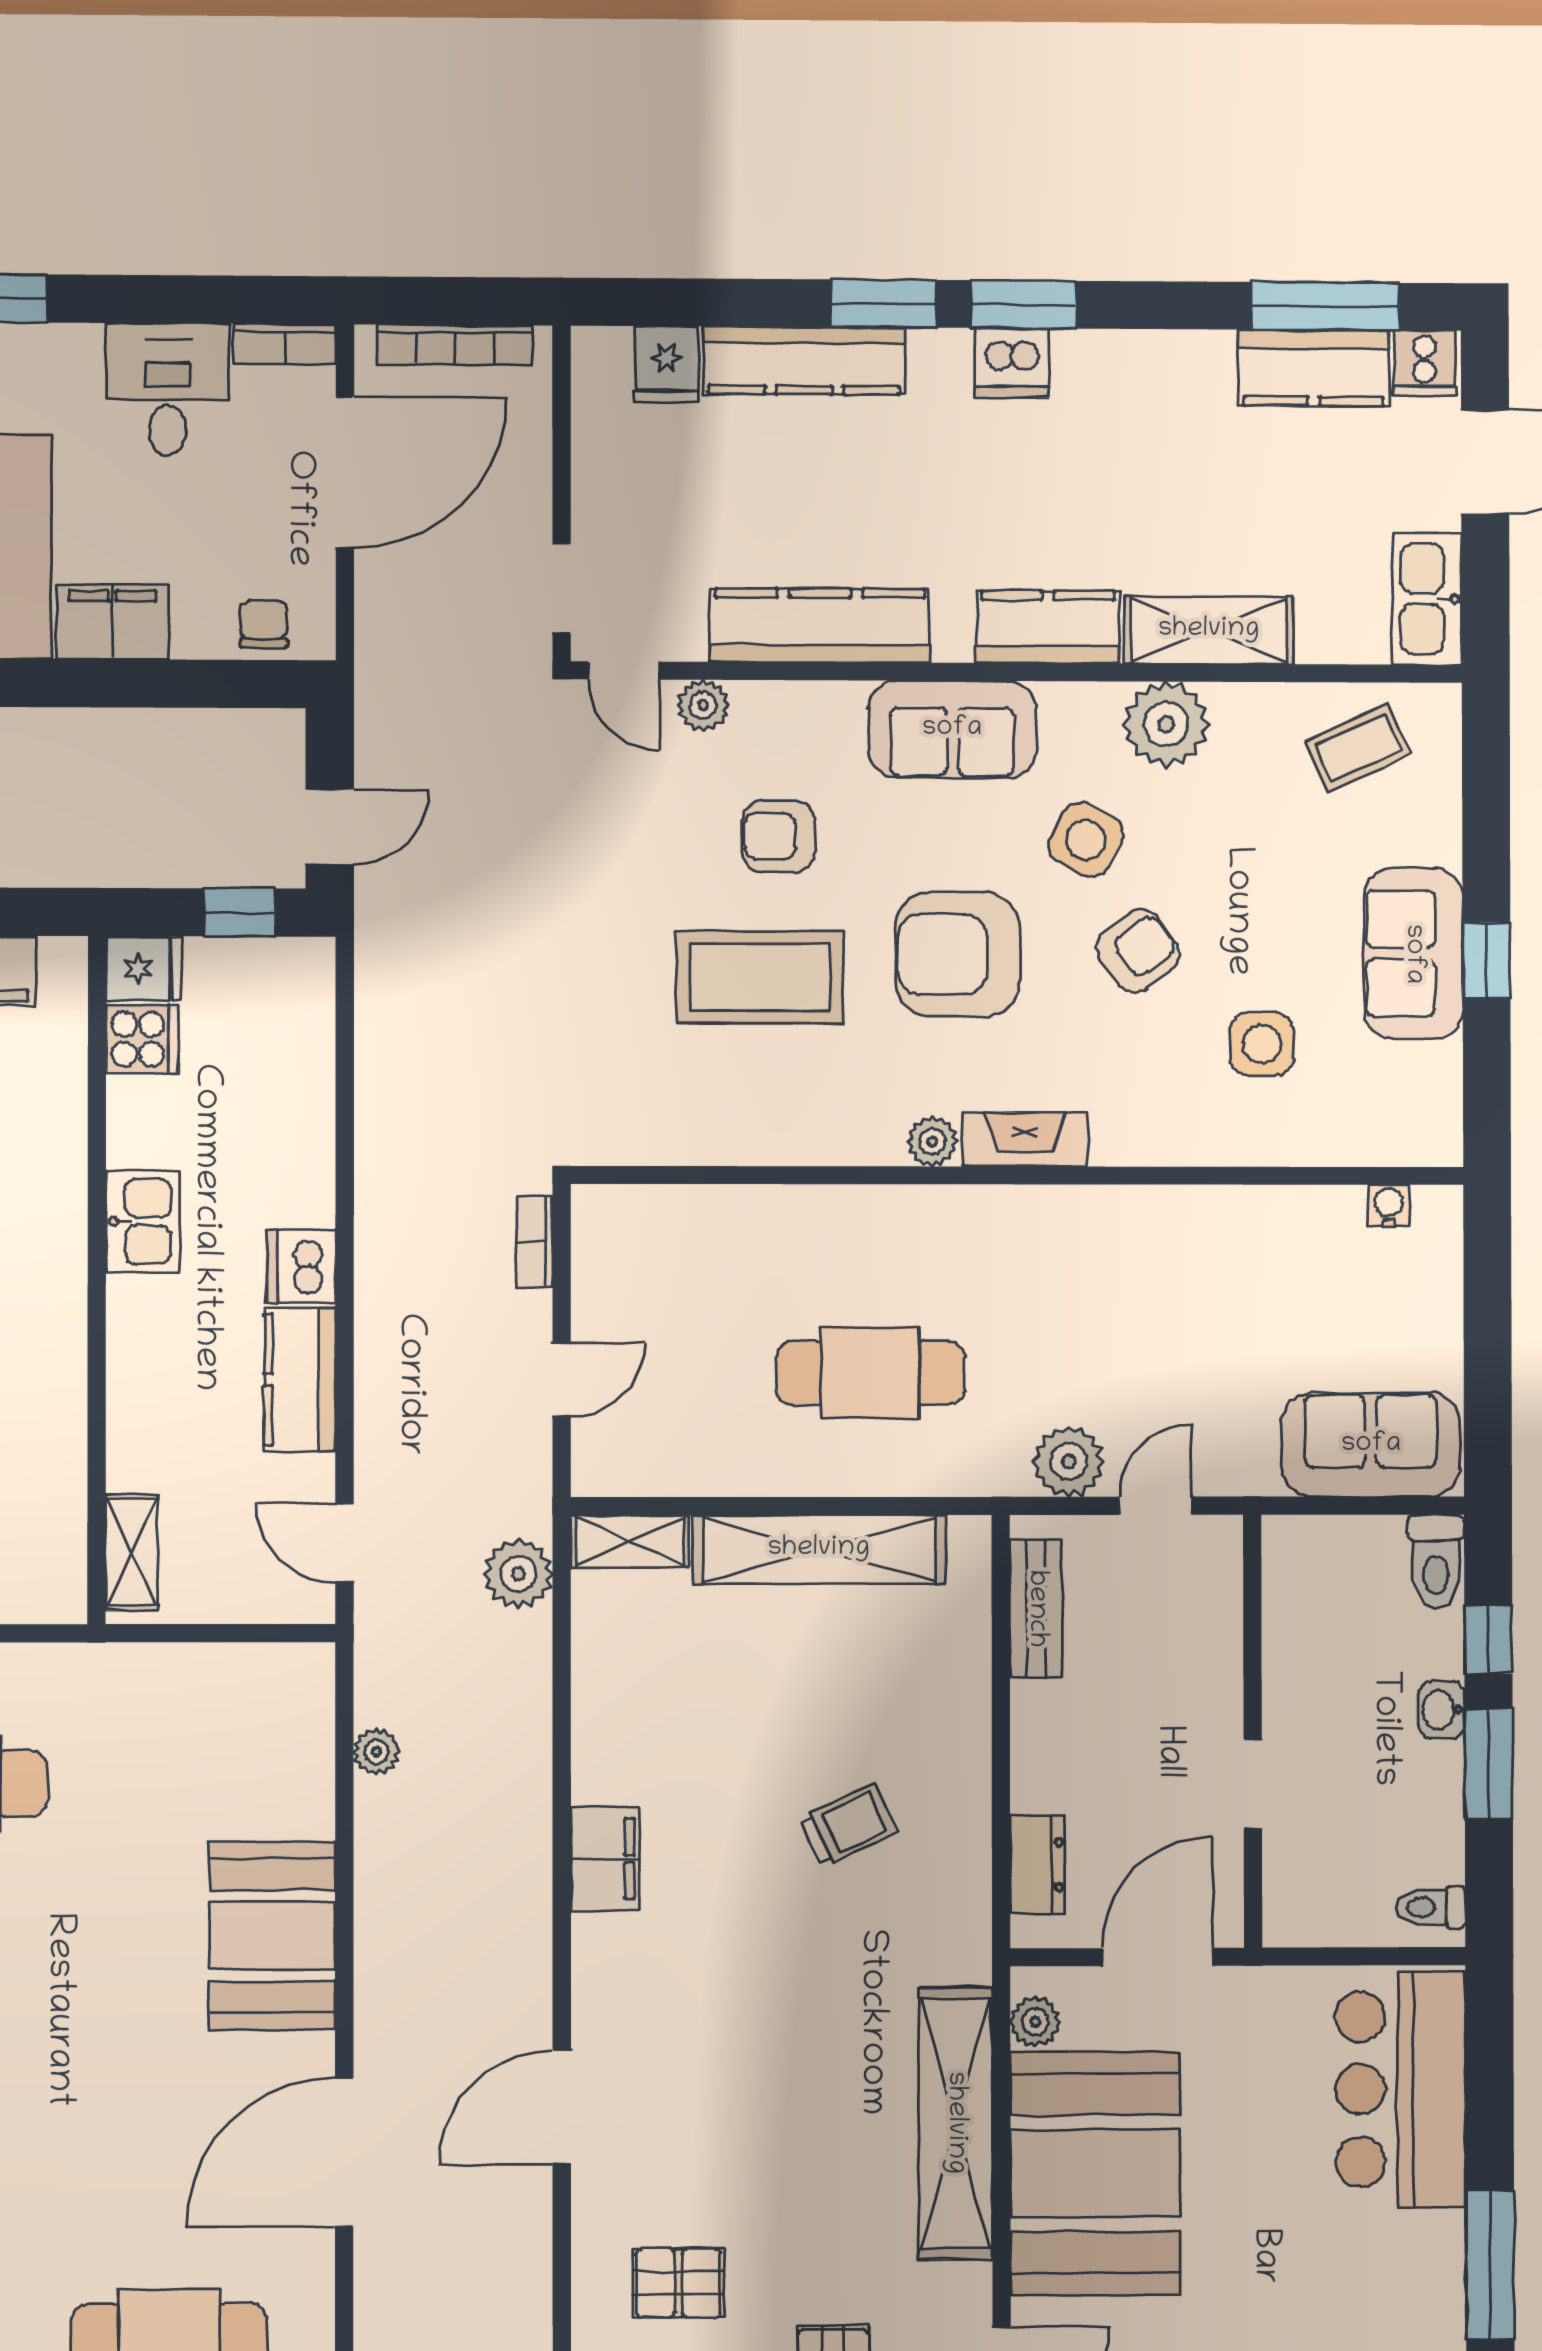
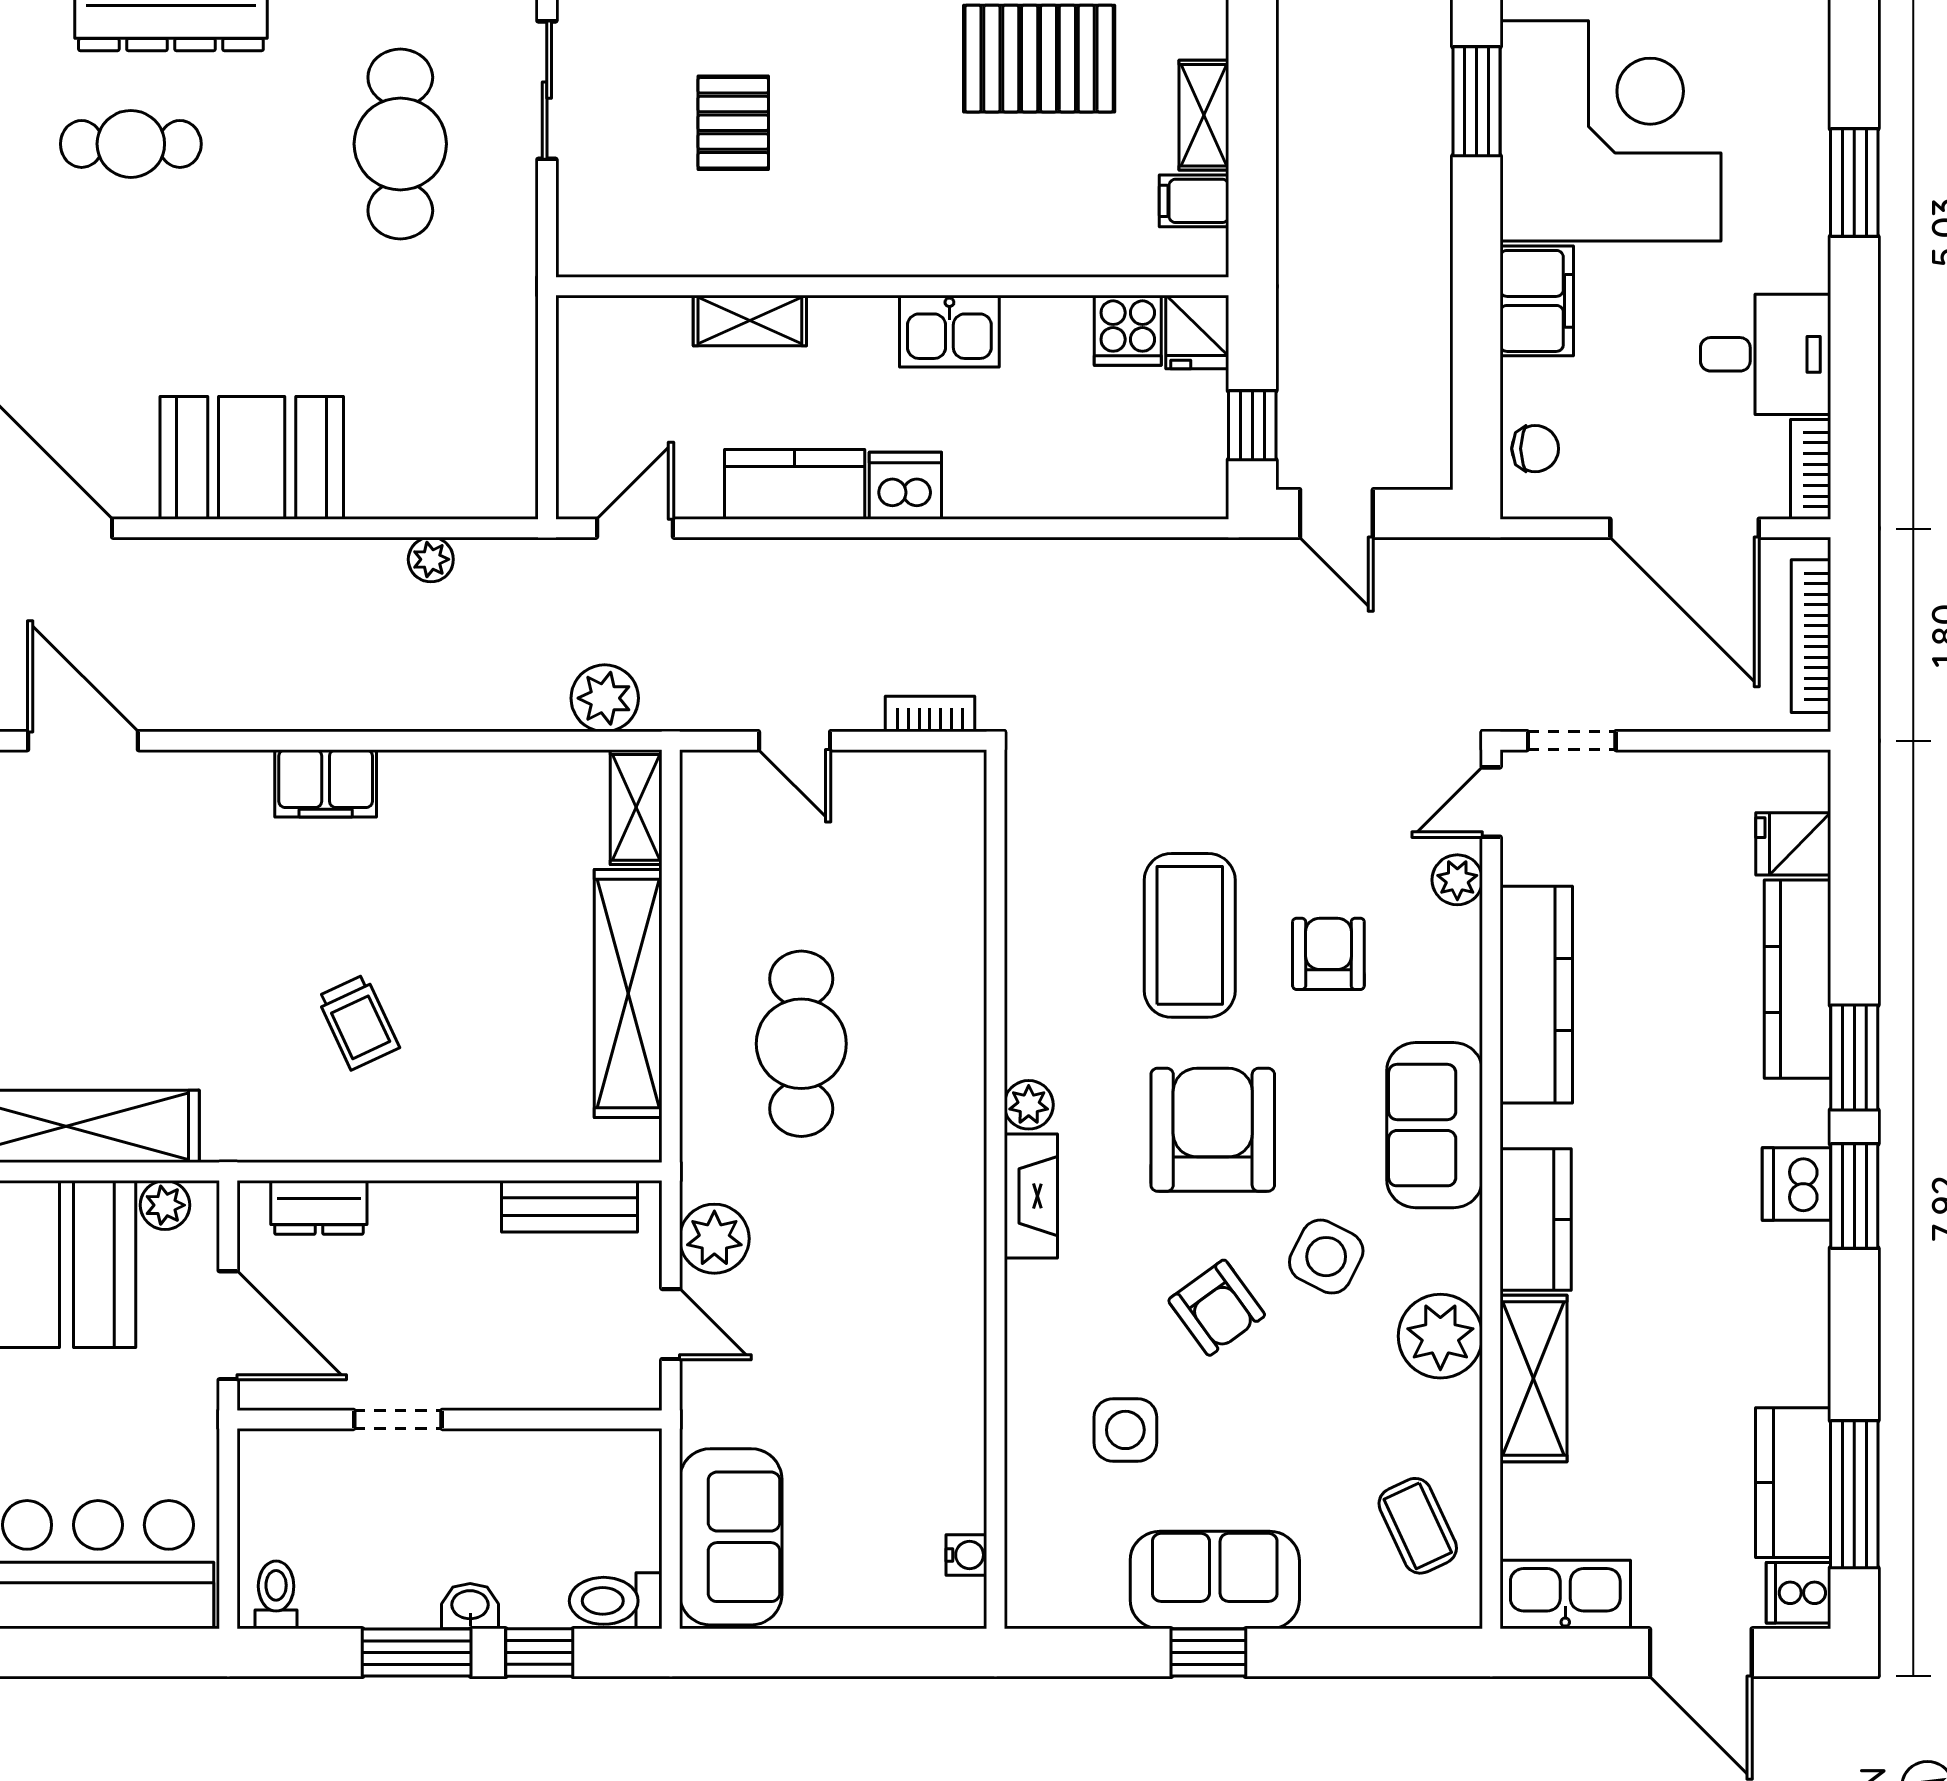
shelving: (132, 1552) -> (750, 321), moved

